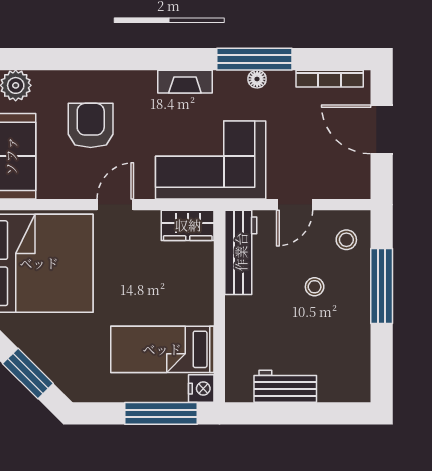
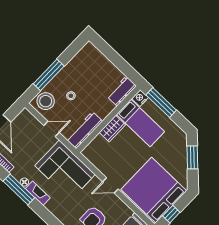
fireplace: (185, 82) -> (38, 193), moved
wardrobe: (188, 225) -> (112, 129), moved, turned 90
stool: (346, 240) -> (46, 101), width x1.89, depth x1.89
workbench: (285, 386) -> (122, 91), moved, turned 90

